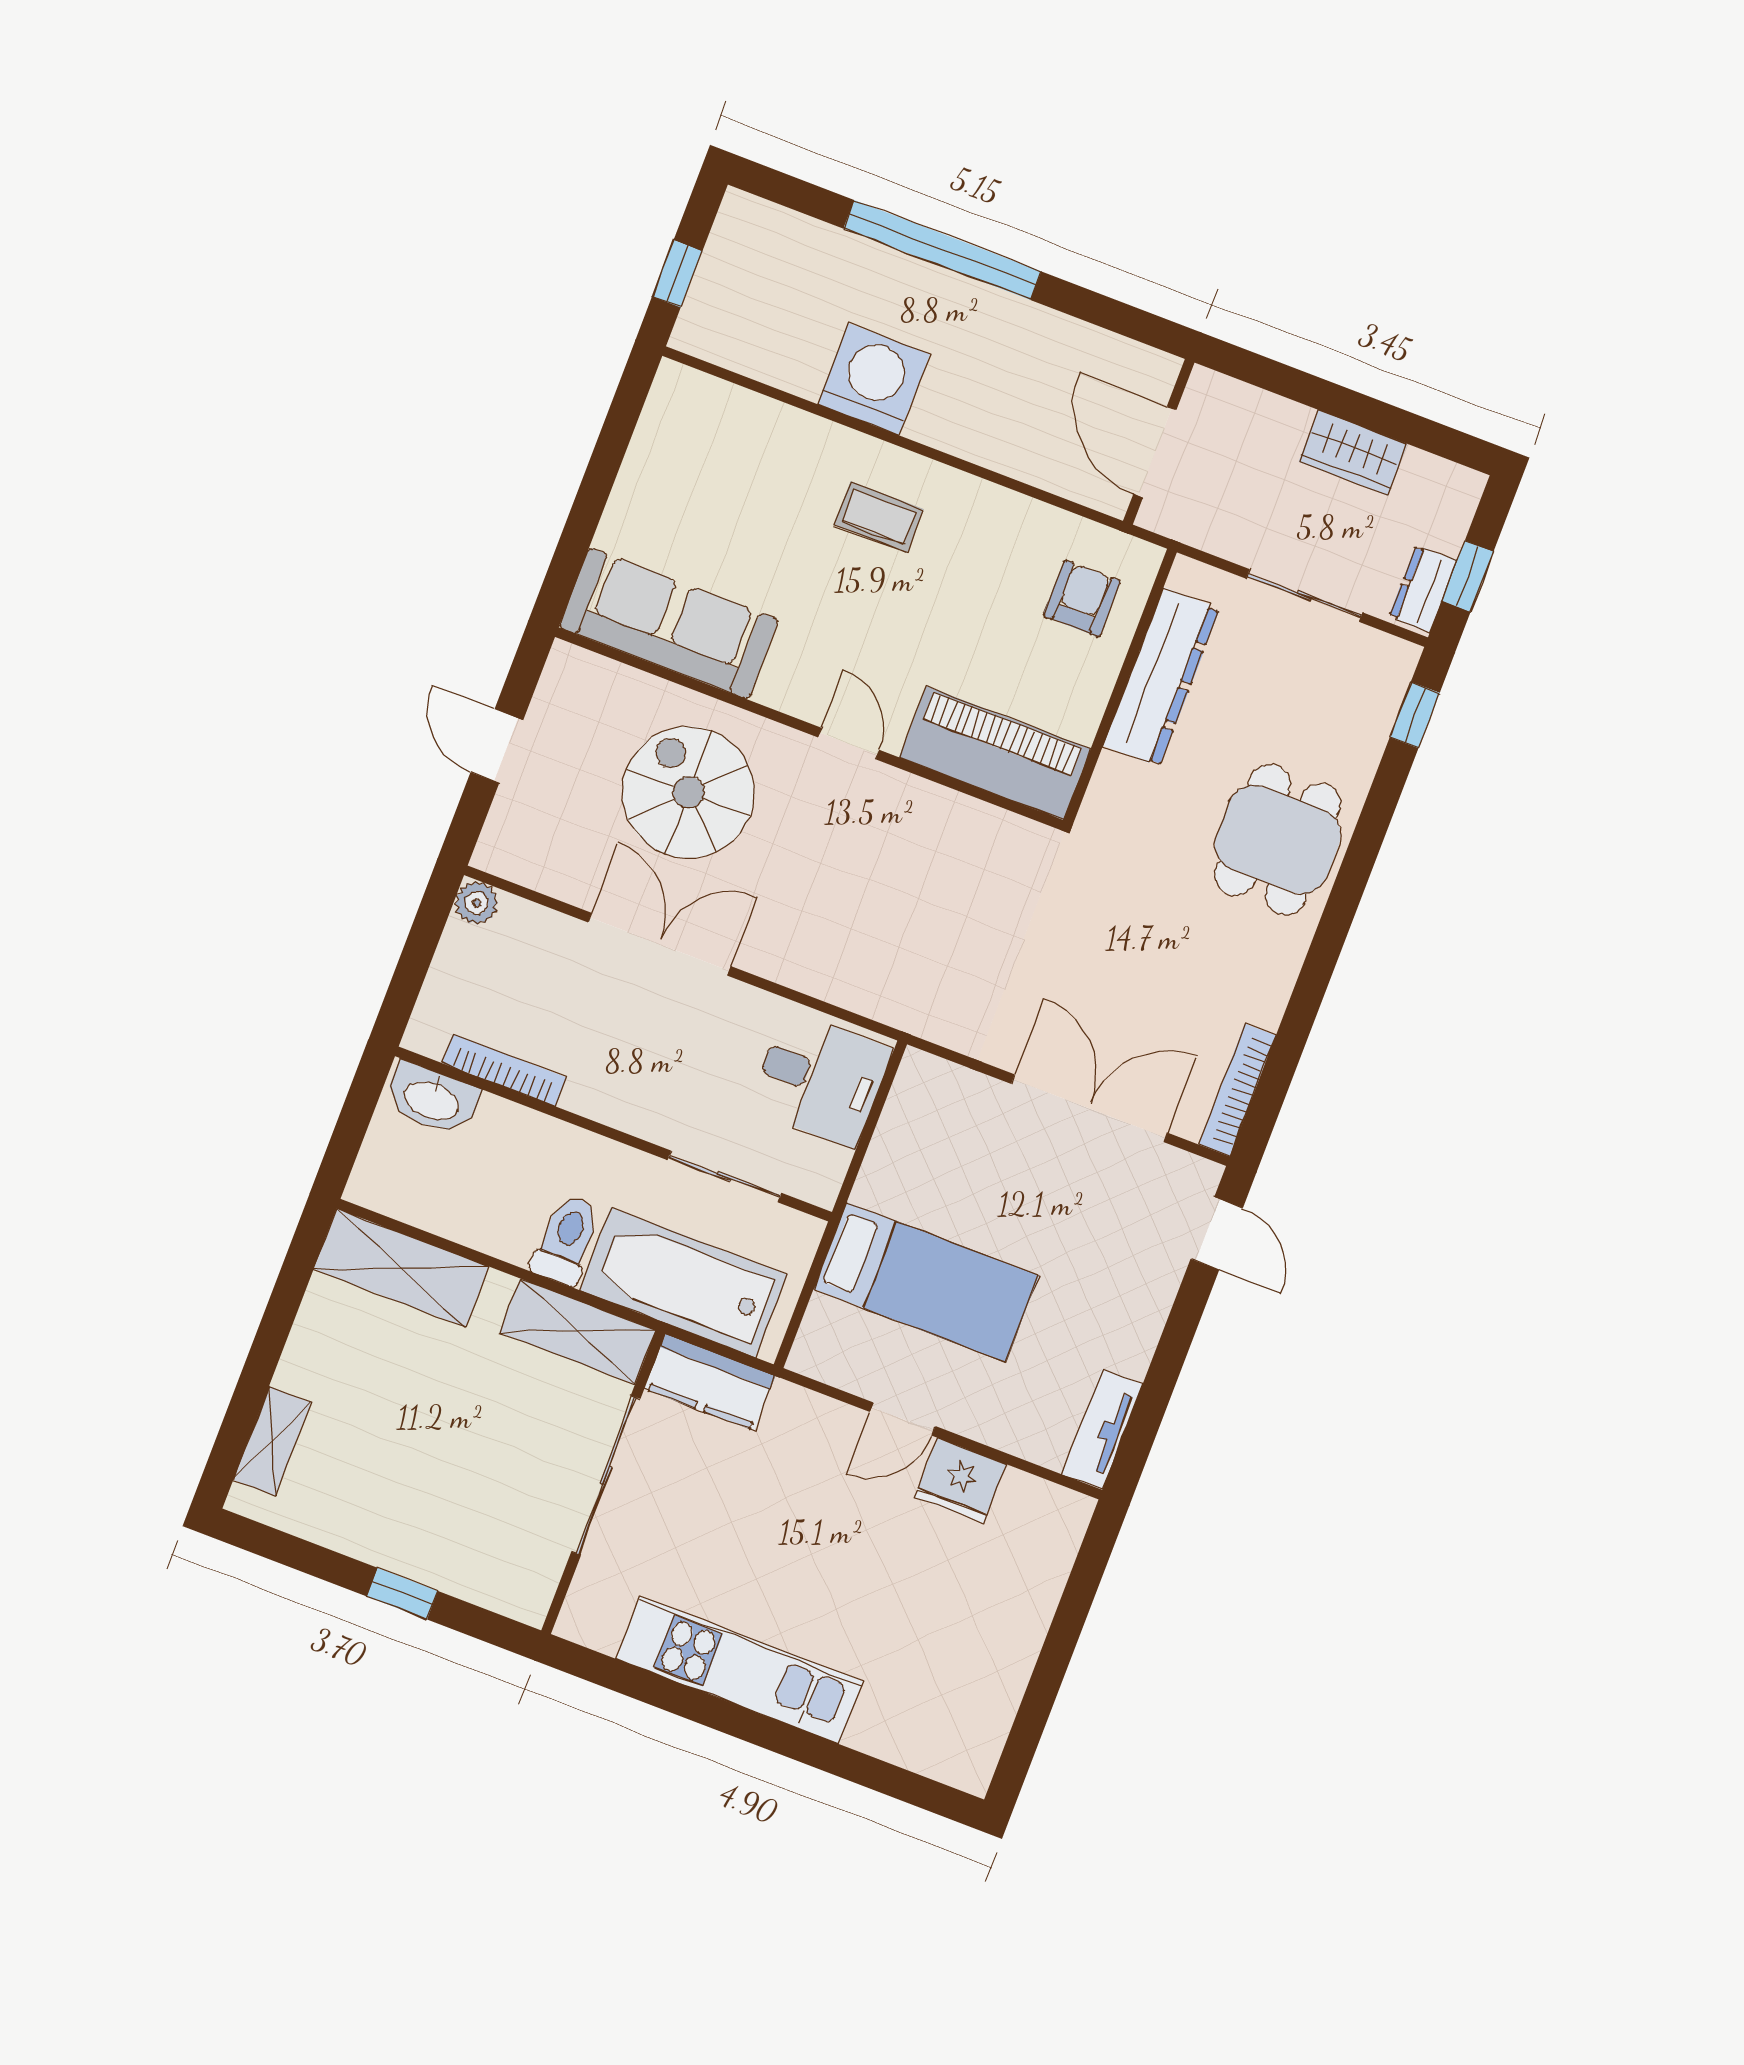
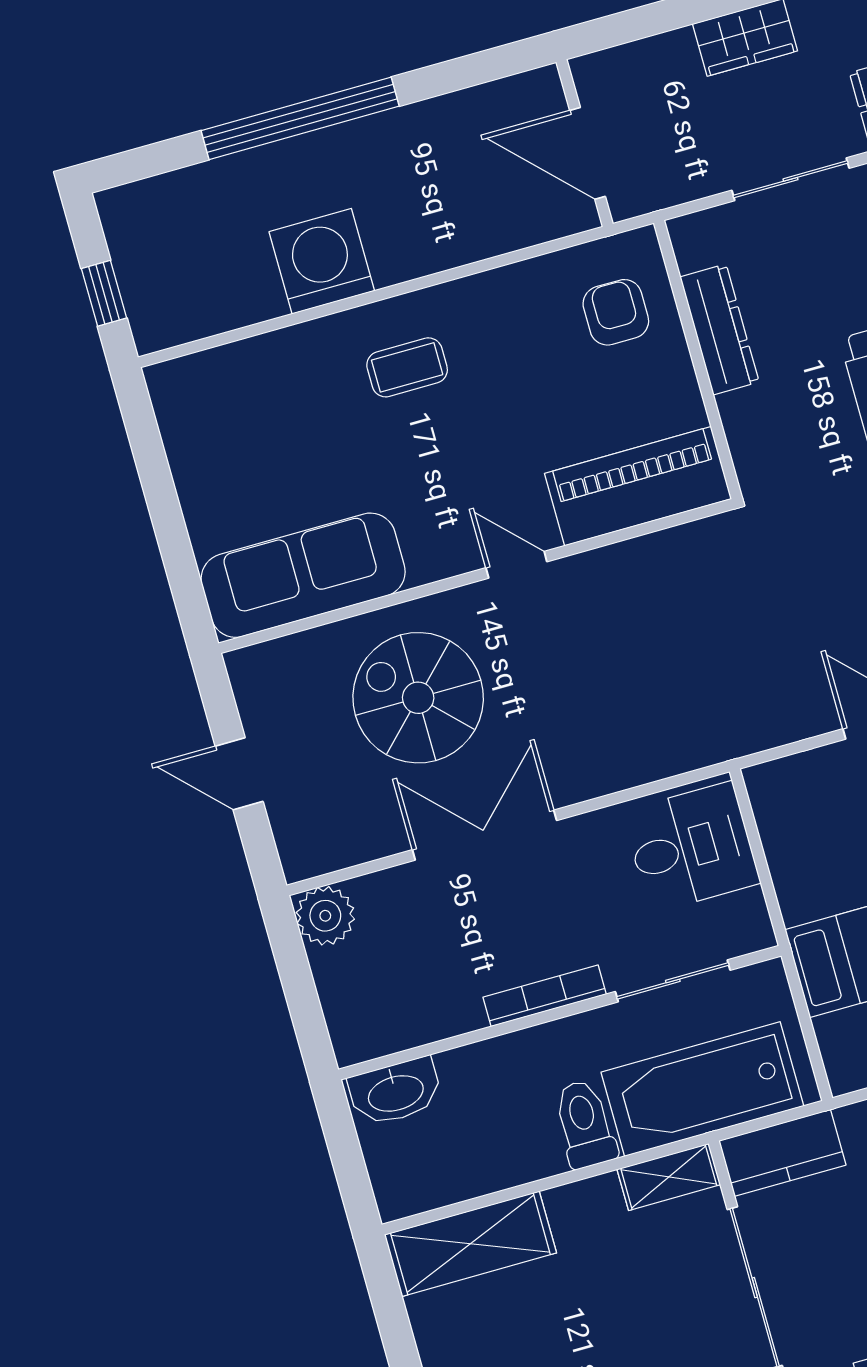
dresser: (1161, 677) -> (720, 329), width x0.73, depth x0.80
plant: (477, 903) -> (325, 916), width x1.38, depth x1.38
bookcase: (504, 1070) -> (545, 996), moved
shelving: (578, 1332) -> (669, 1177), width x0.67, depth x0.75

